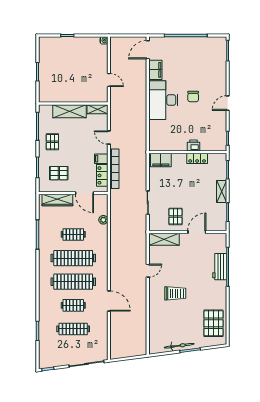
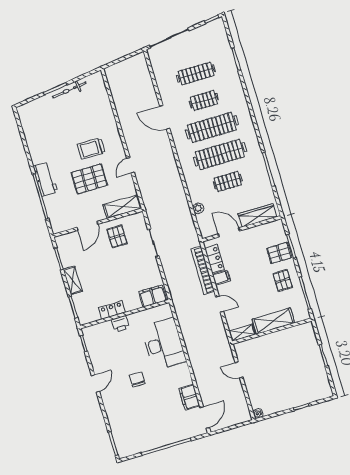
desk: (163, 100) -> (164, 344), moved
pallet: (59, 173) -> (279, 253), moved
workbench: (220, 267) -> (45, 179), moved
pallet: (213, 323) -> (89, 179), moved, turned 90

